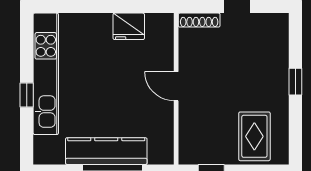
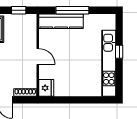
fridge: (129, 26) -> (46, 88), moved, turned 90
kitchen counter: (106, 151) -> (61, 21), moved

